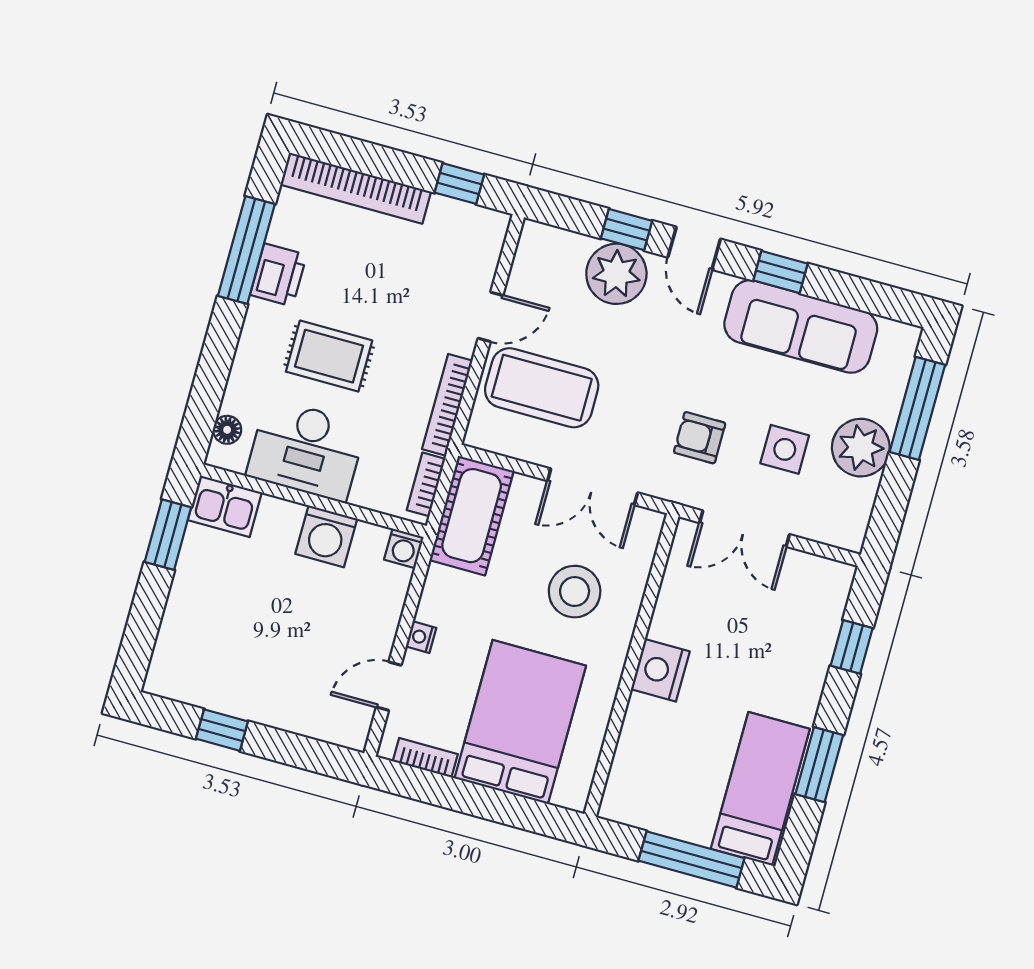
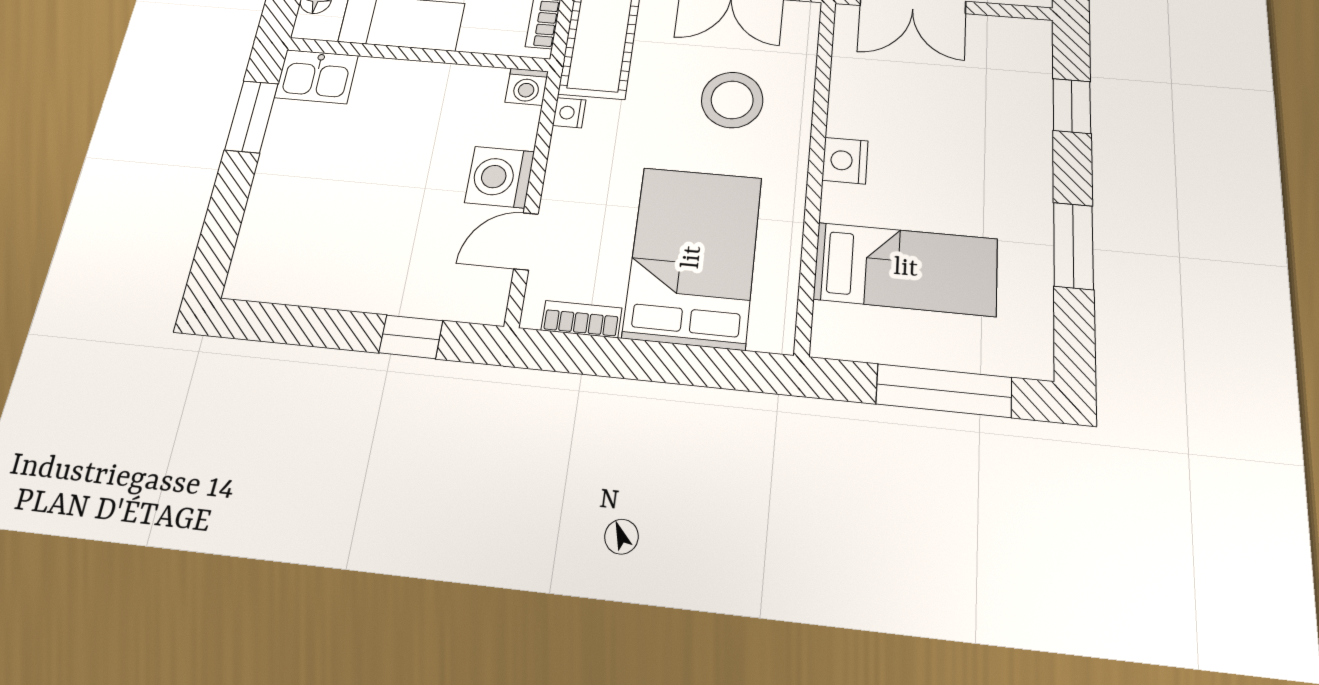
washing machine: (326, 536) -> (500, 177), moved, turned 90
nightstand: (421, 637) -> (569, 113), moved
nightstand: (660, 670) -> (845, 161), width x0.74, depth x0.75
window: (222, 730) -> (411, 337), moved
bed: (760, 789) -> (906, 269), moved, turned 90

